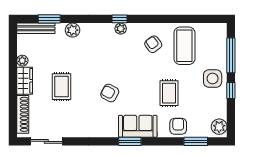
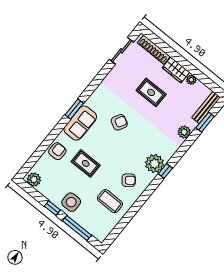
plant: (121, 29) -> (155, 164), width x1.88, depth x1.88
coffee table: (184, 46) -> (110, 201), width x0.73, depth x0.76
armchair: (178, 126) -> (57, 151), turned -90
window: (196, 141) -> (37, 155), removed

